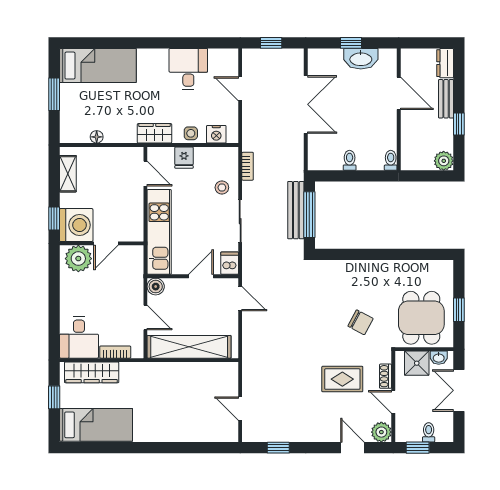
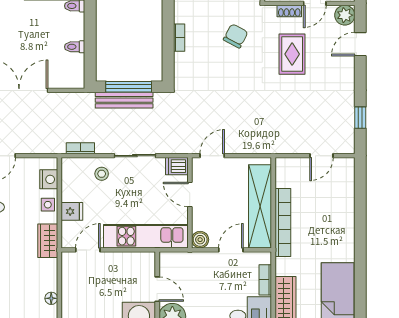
bookcase: (359, 265) -> (179, 38), added
bookcase: (173, 370) -> (283, 223), added

